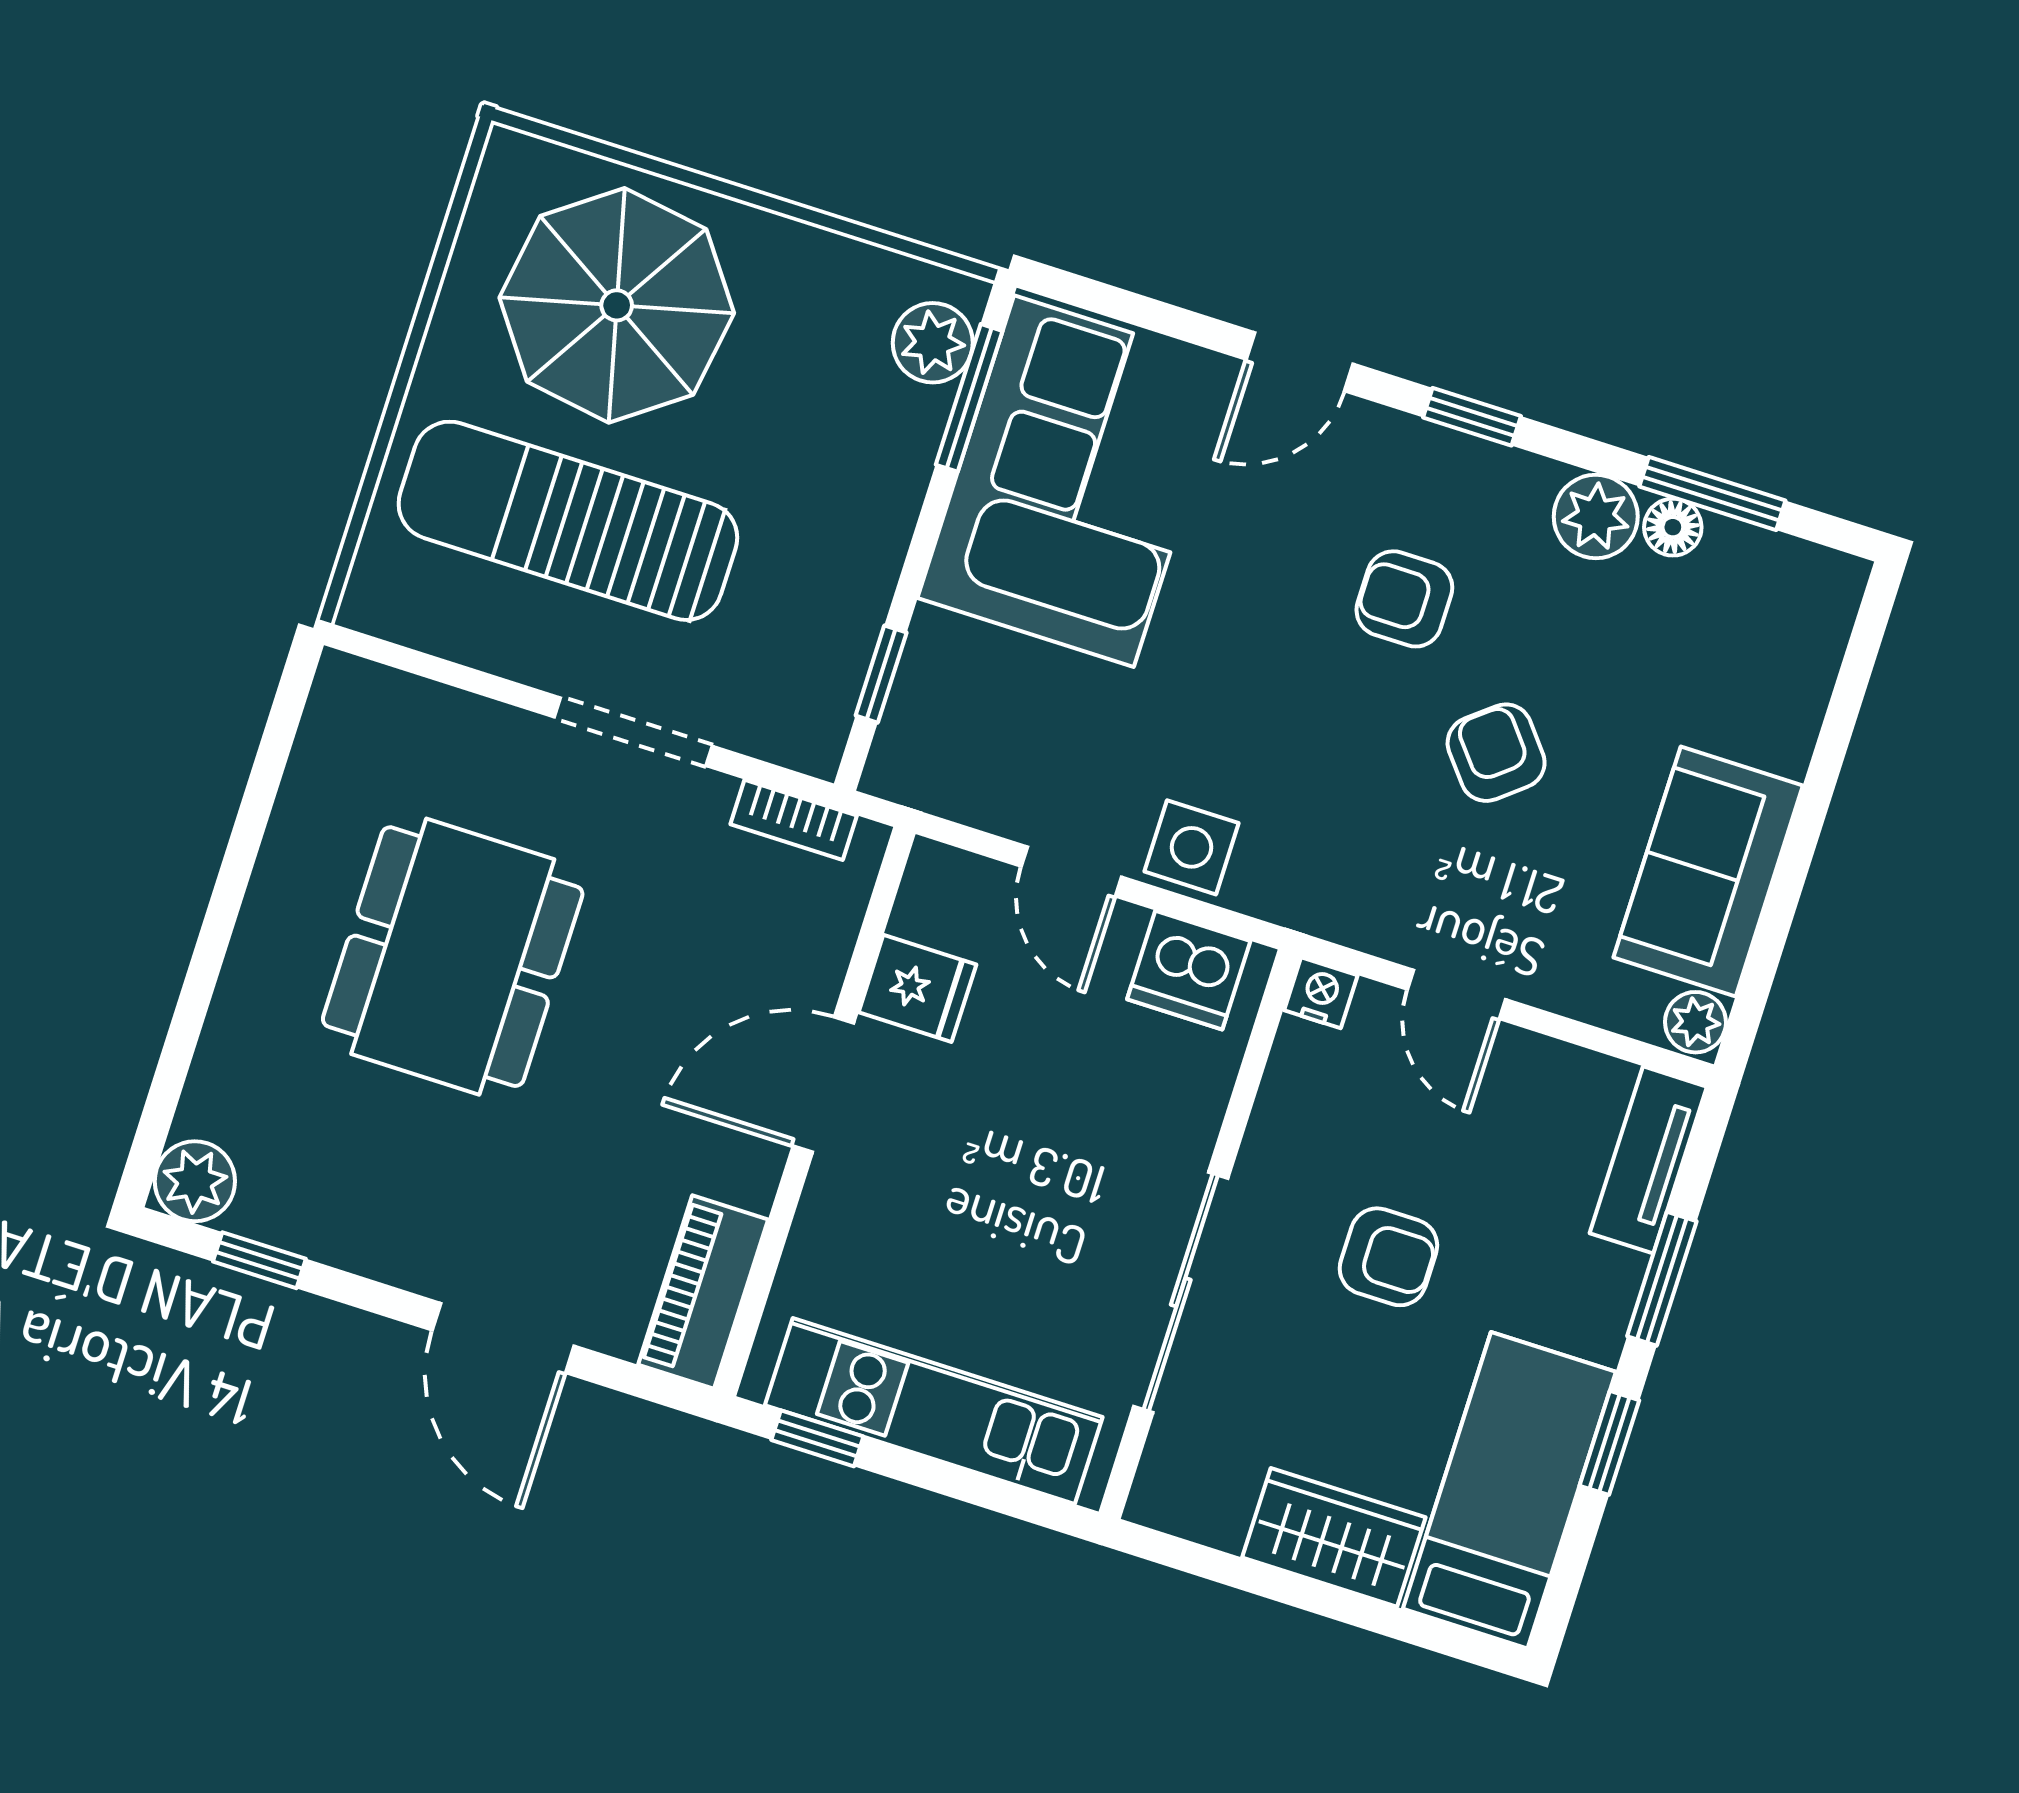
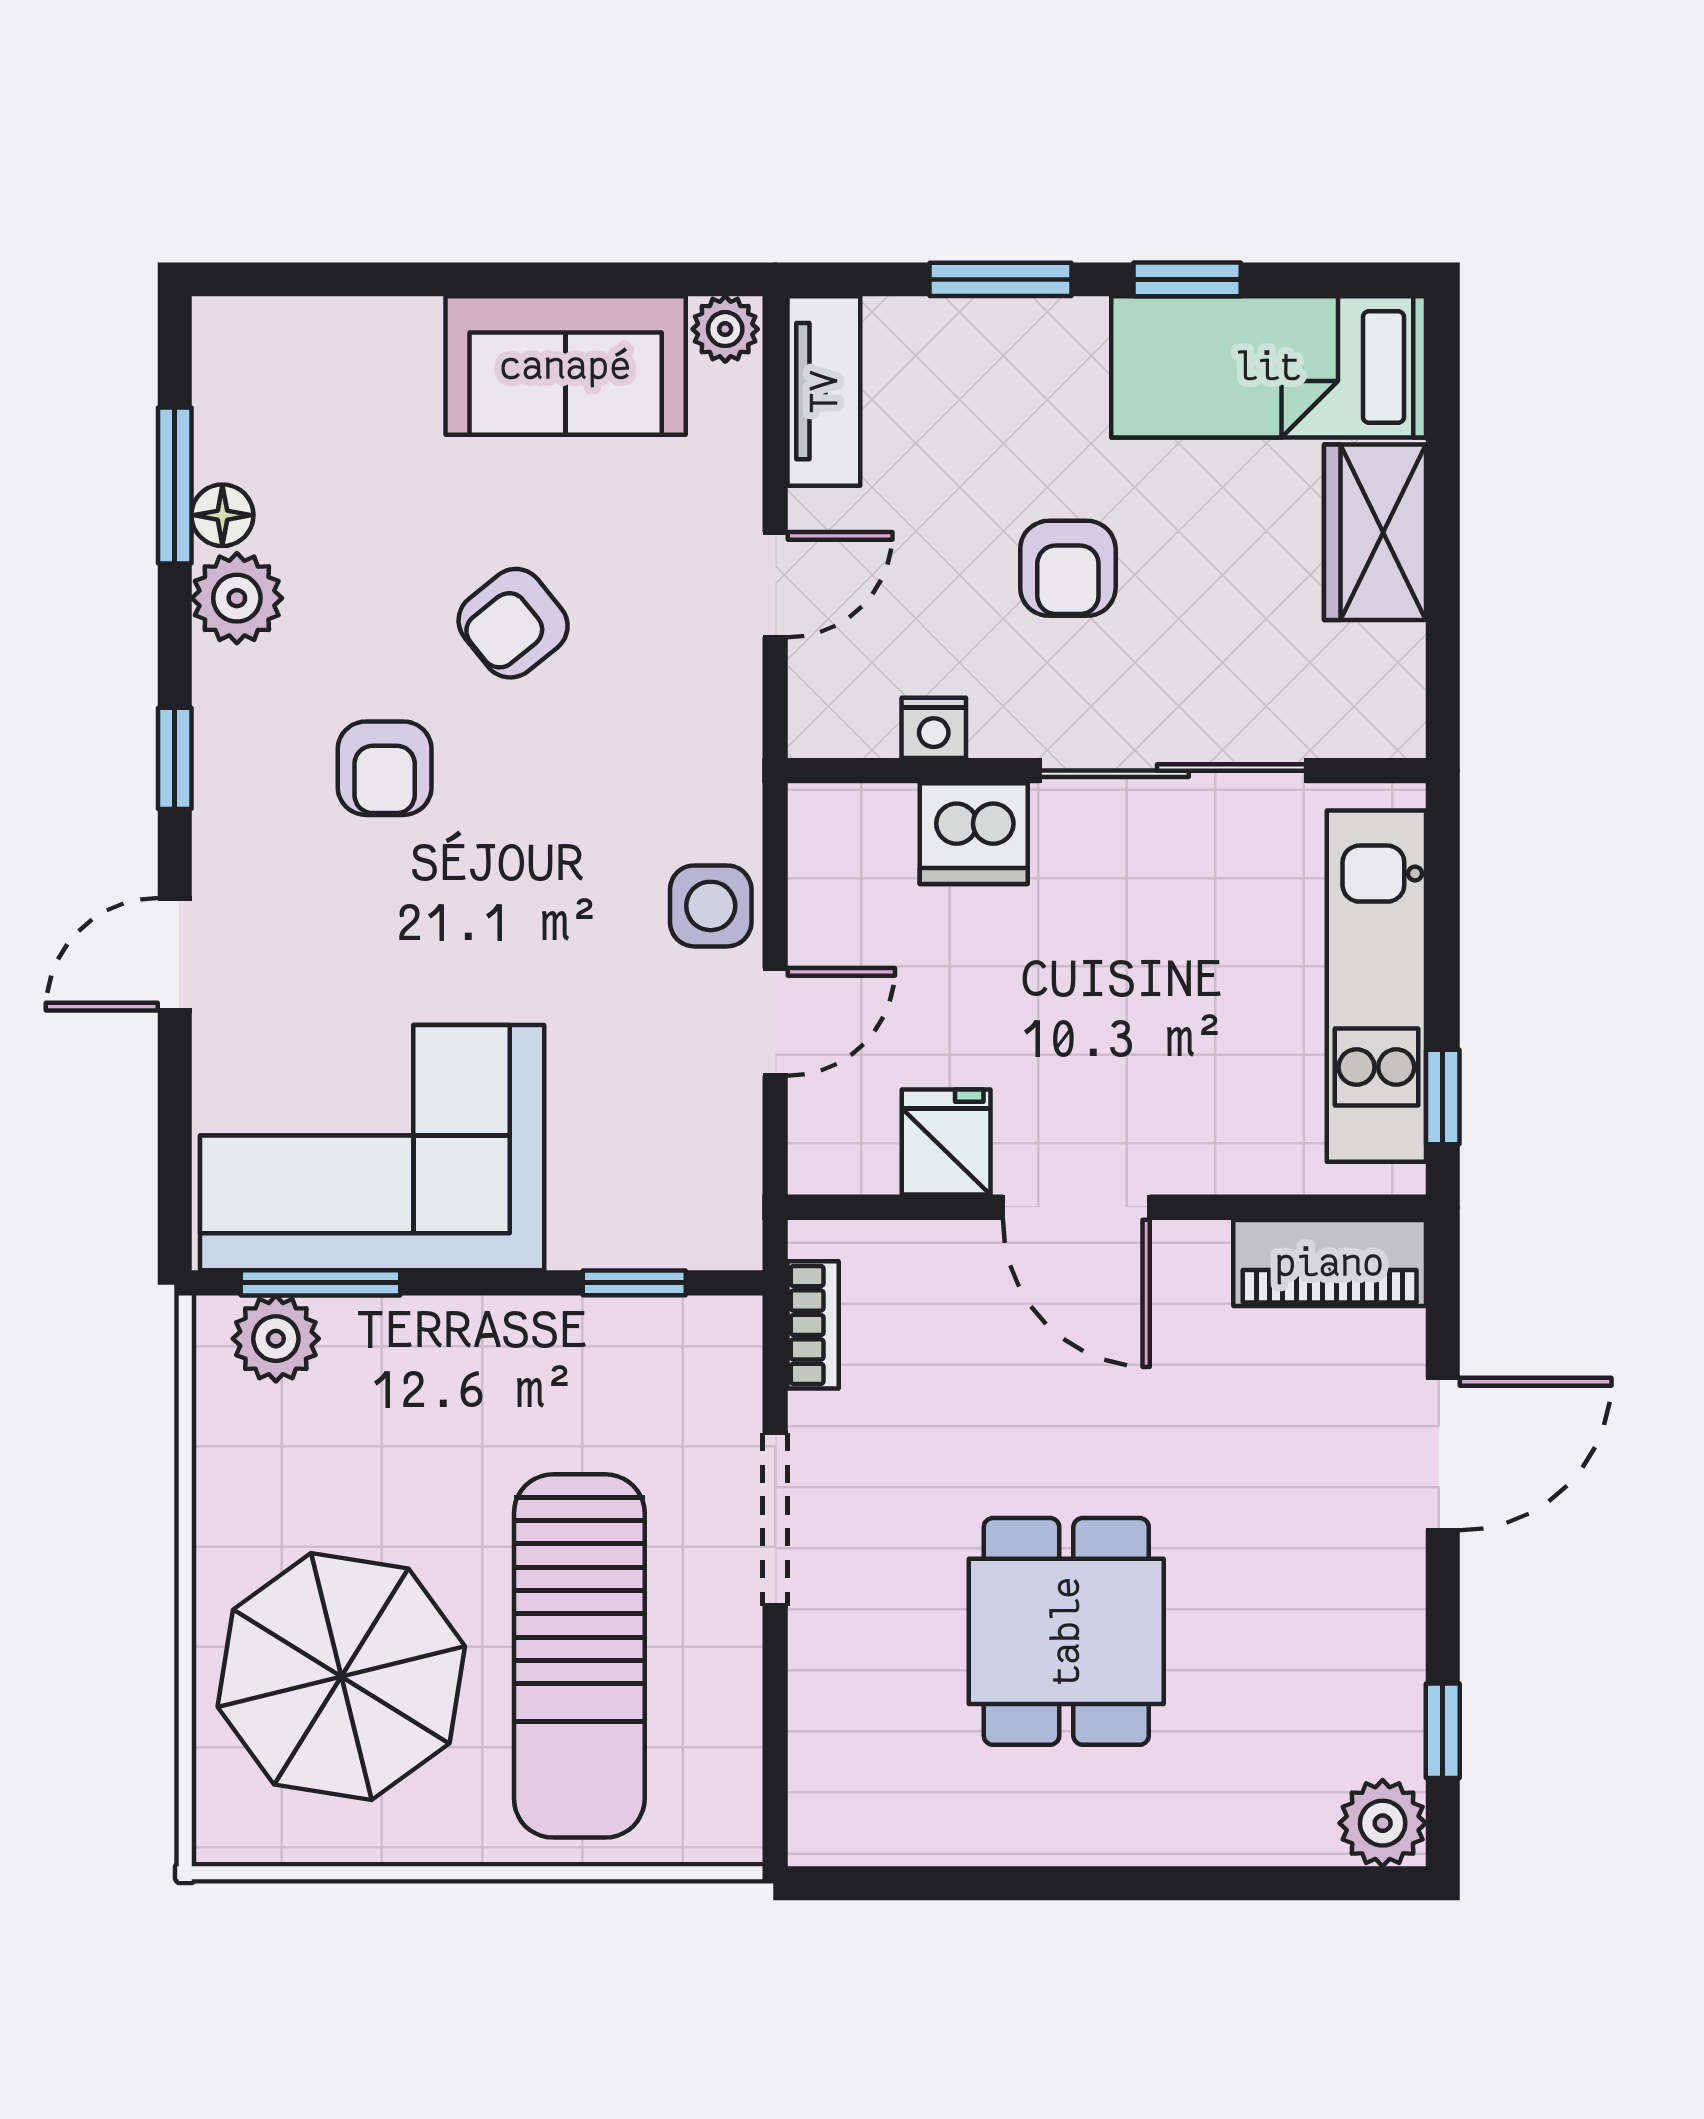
door: (1300, 362) -> (175, 954), swing flipped
dining table: (453, 957) -> (1066, 1631), width x0.73
dishwasher: (1189, 970) -> (974, 834), moved, turned 90
nightstand: (1321, 993) -> (934, 728), moved, turned -90
tv unit: (1648, 1160) -> (824, 391), moved, turned -90
armchair: (1388, 1257) -> (1068, 568), turned 180

